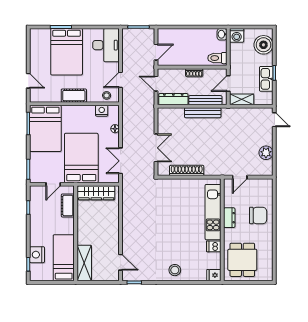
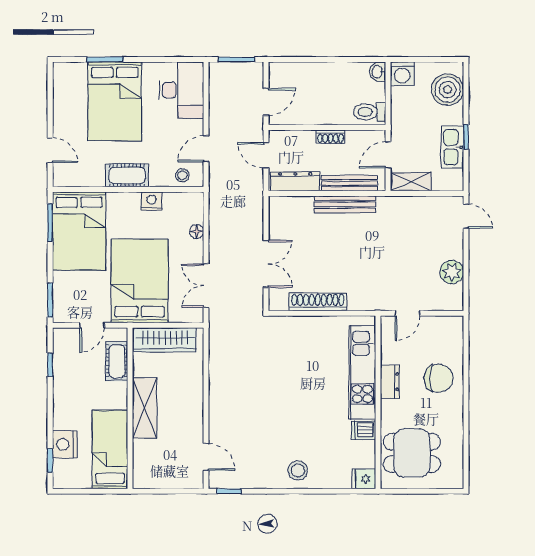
nightstand: (102, 111) -> (151, 201), moved
dining table: (242, 260) -> (412, 453), turned 90
shelving: (84, 263) -> (145, 408), moved

